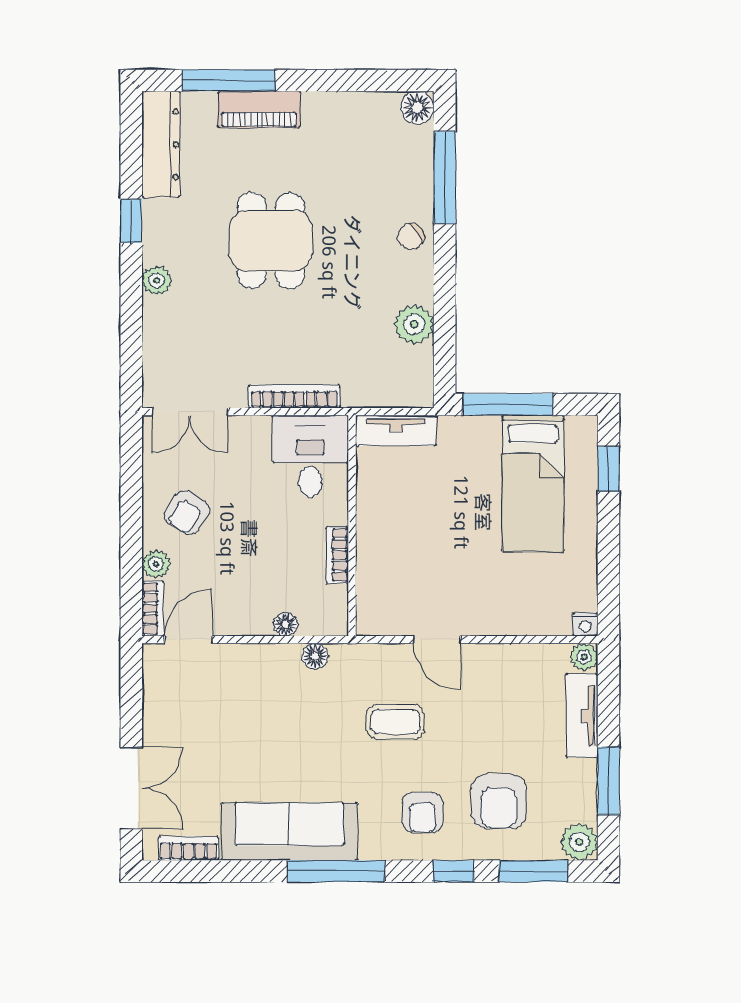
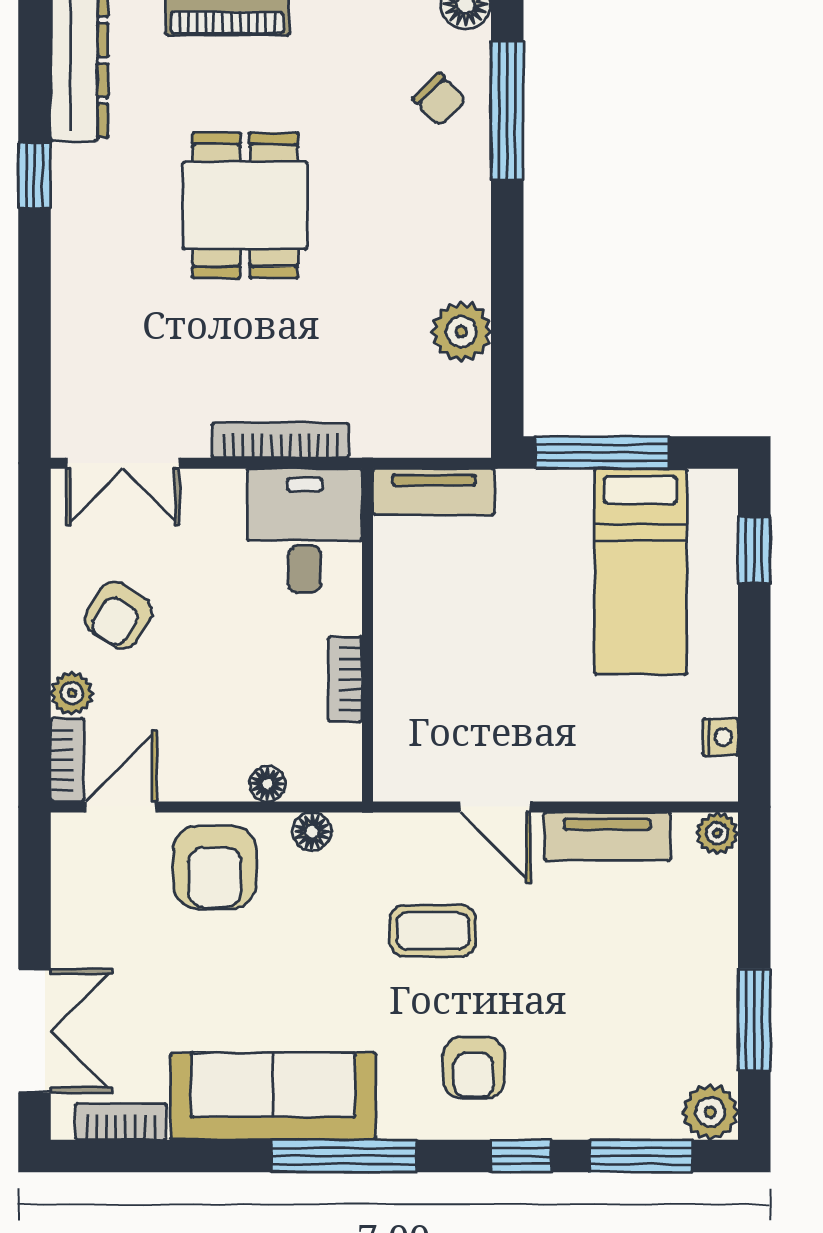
chair: (411, 237) -> (439, 99), moved, turned -101
plant: (157, 280) -> (73, 265), removed
nightstand: (585, 624) -> (720, 737), moved, turned -90
tv unit: (582, 716) -> (607, 836), moved, turned -90
armchair: (499, 801) -> (215, 867), moved

